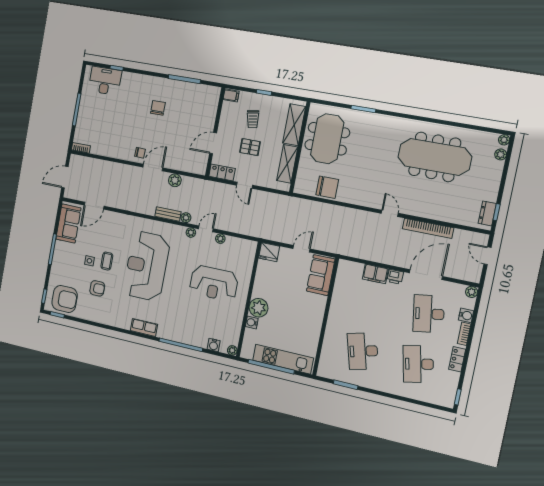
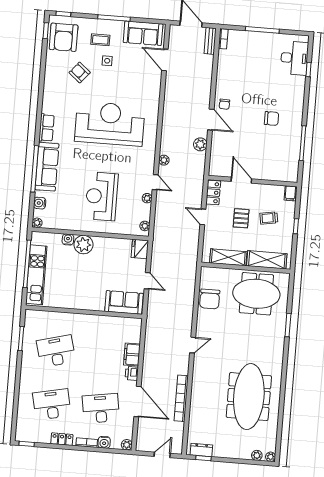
door: (244, 185) -> (203, 217), hinge flipped
door: (390, 213) -> (193, 345), moved
bench: (168, 214) -> (210, 41), moved
plant: (191, 233) -> (145, 226), moved
coffee table: (107, 261) -> (100, 40), moved
armchair: (97, 288) -> (80, 73), turned 130
sofa: (180, 333) -> (47, 167), added

